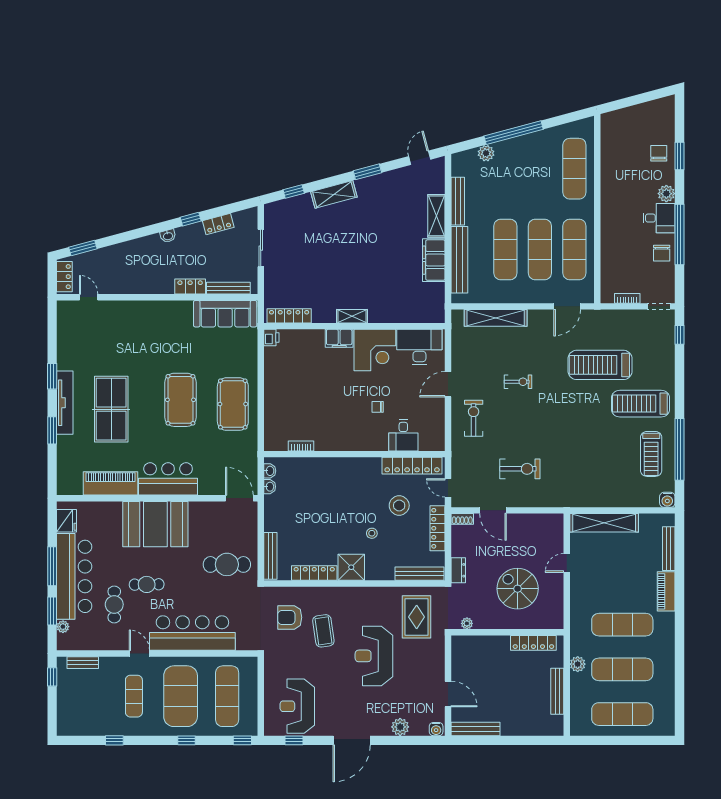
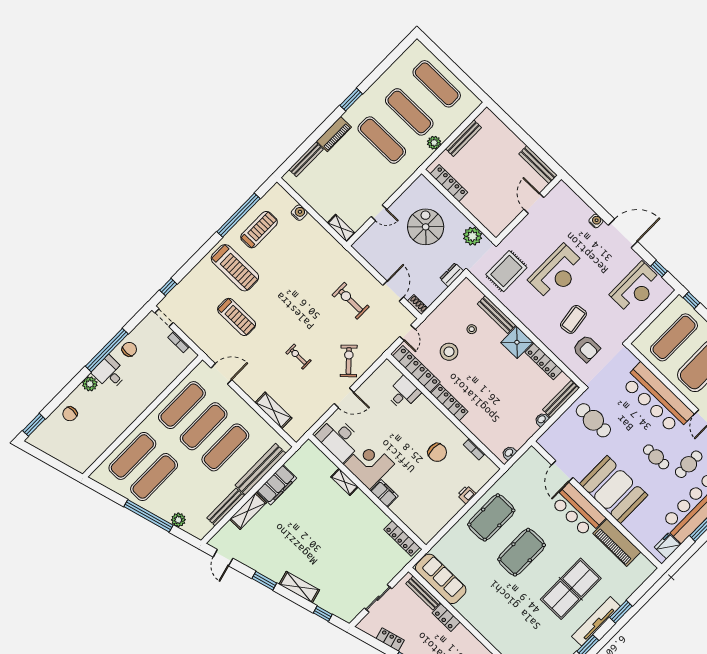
window: (679, 156) -> (34, 425), moved
door: (420, 158) -> (223, 558), hinge flipped
exercise mat: (540, 169) -> (154, 477), added
shelving: (352, 316) -> (344, 482), moved
shelving: (496, 318) -> (273, 410), width x0.68
printer: (271, 337) -> (466, 495), moved
treadmill: (600, 365) -> (237, 317), width x0.73, depth x0.73
chair: (378, 407) -> (437, 452), moved, width x1.87, depth x1.87
exercise bike: (474, 418) -> (349, 361), turned 137
washbasin: (270, 487) -> (542, 419), moved
door: (239, 498) -> (562, 471), moved
water cooler: (667, 500) -> (299, 213), moved
shelving: (604, 523) -> (341, 228), width x0.45, depth x0.75
locker: (438, 528) -> (449, 402), moved, turned -90
stool: (372, 533) -> (472, 329), moved
bench: (419, 574) -> (496, 315), moved
spiral stairs: (518, 589) -> (426, 227), turned 180
plant: (467, 623) -> (472, 236), width x1.88, depth x1.88
window: (679, 633) -> (351, 100), added
plant: (400, 727) -> (584, 212), removed
water cooler: (436, 729) -> (596, 221), moved

